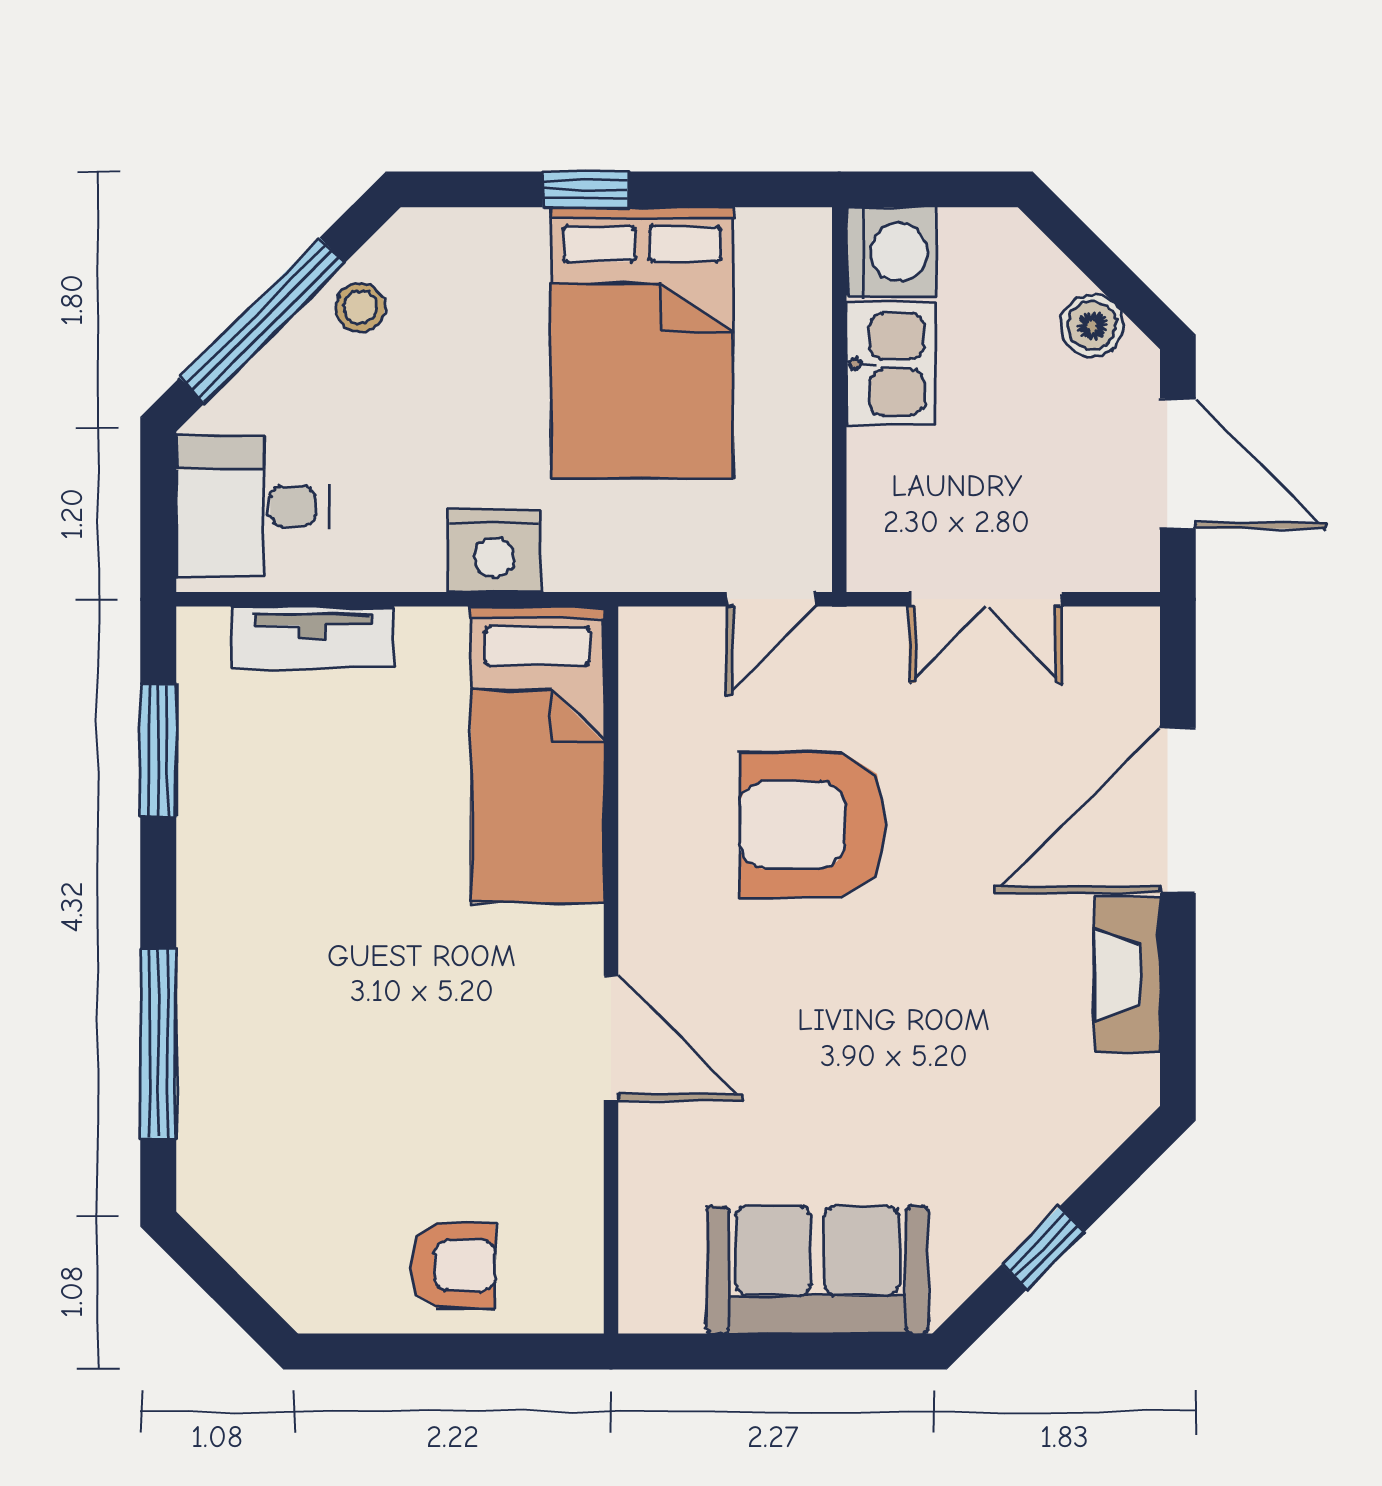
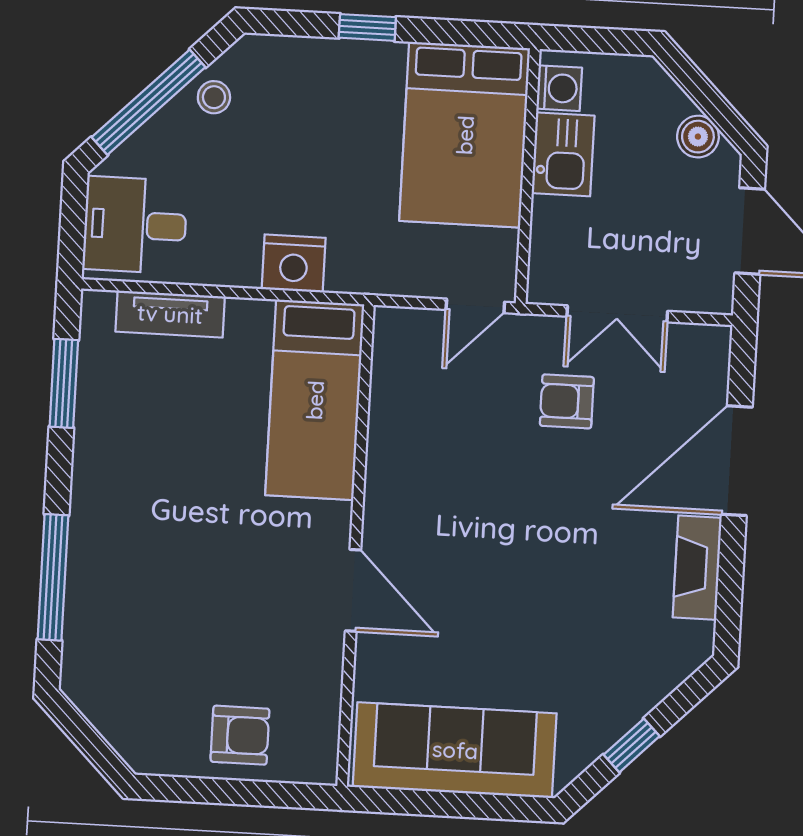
washing machine: (891, 252) -> (559, 88), width x0.73, depth x0.73
bed: (642, 342) -> (465, 135), moved
armchair: (813, 825) -> (567, 401), moved, width x0.53, depth x0.53
sofa: (817, 1270) -> (455, 750), width x1.36

